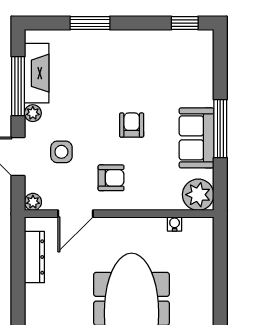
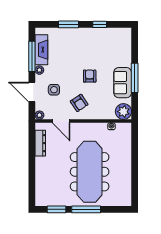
window: (185, 23) -> (100, 24), moved
armchair: (111, 178) -> (79, 103), turned 56
door: (75, 214) -> (61, 121), hinge flipped

